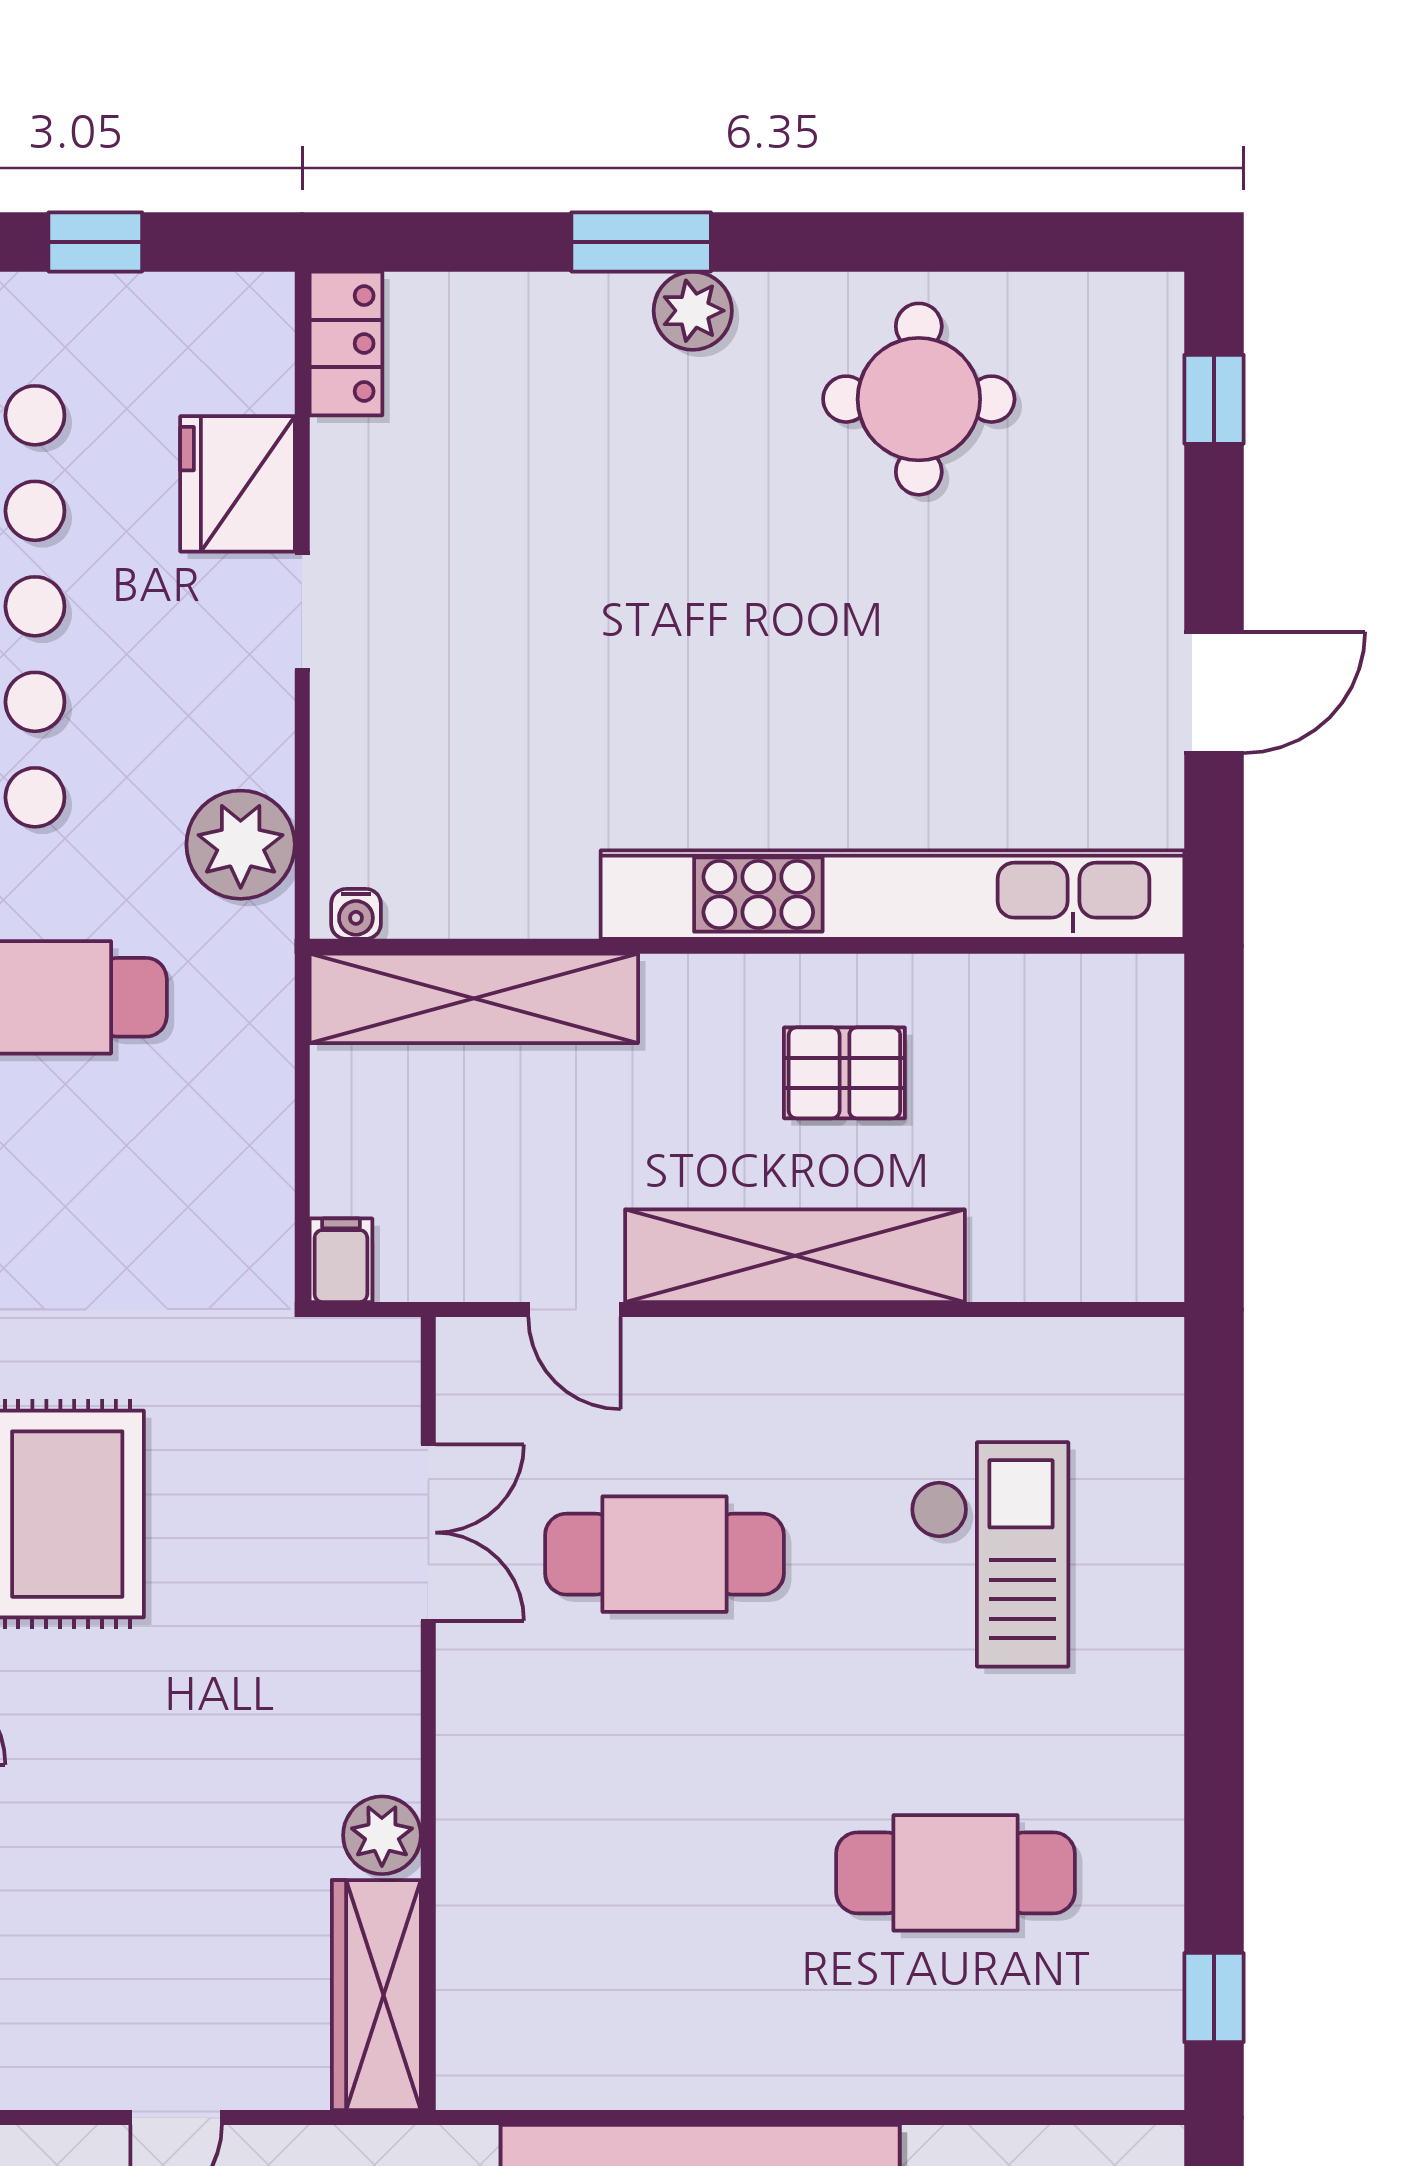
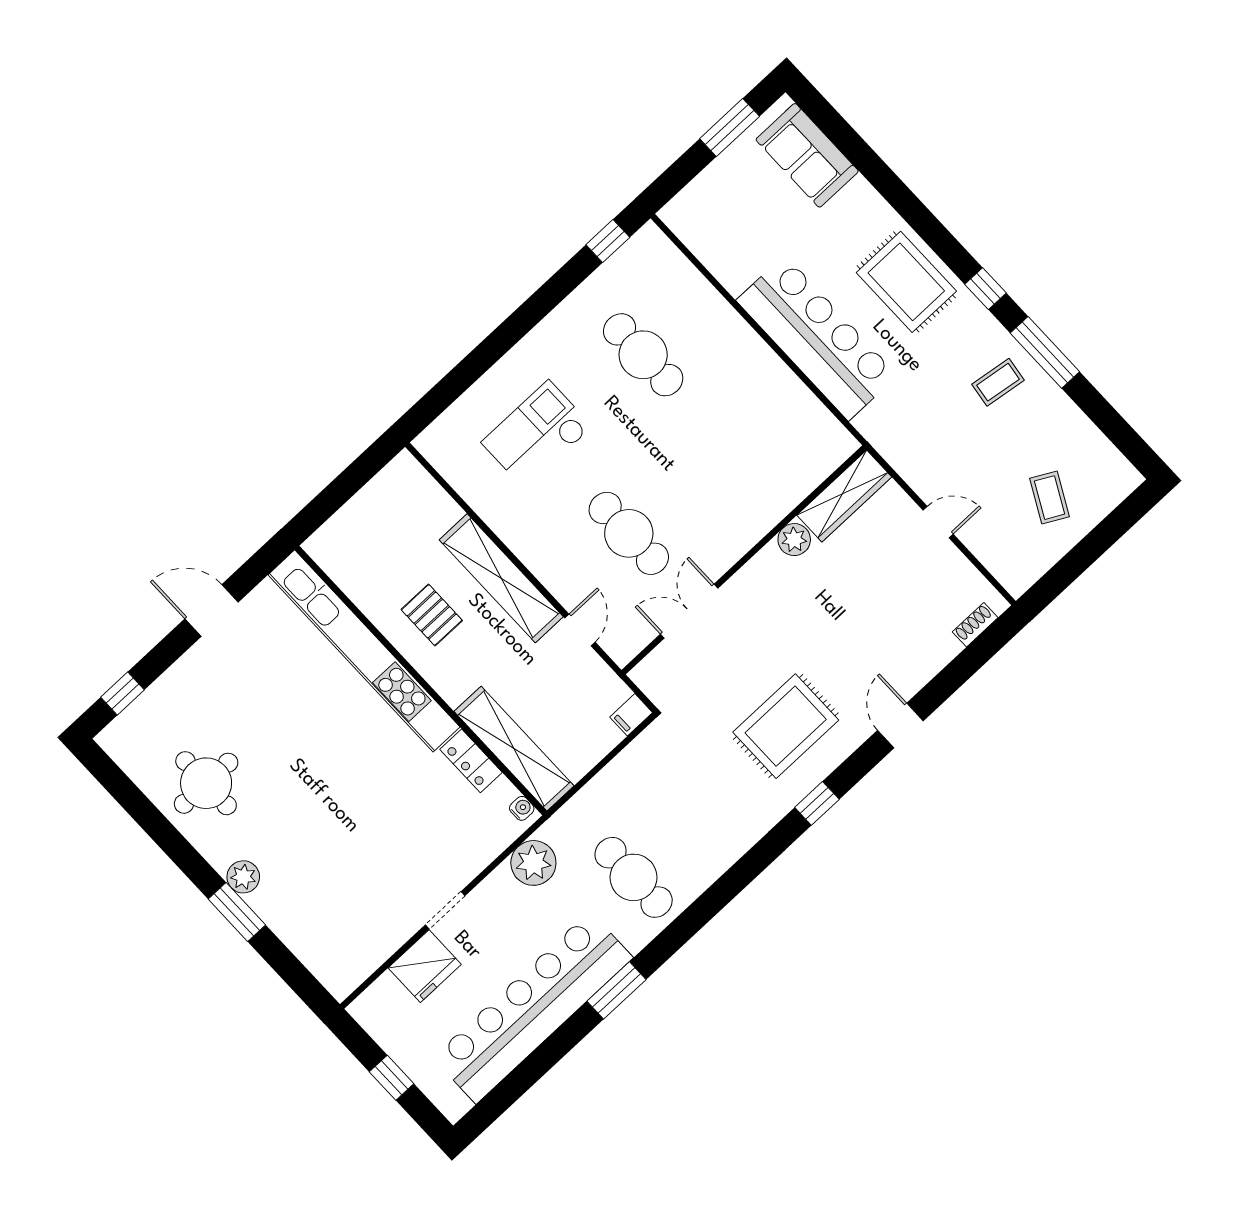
locker: (346, 344) -> (471, 761), moved, turned -90

